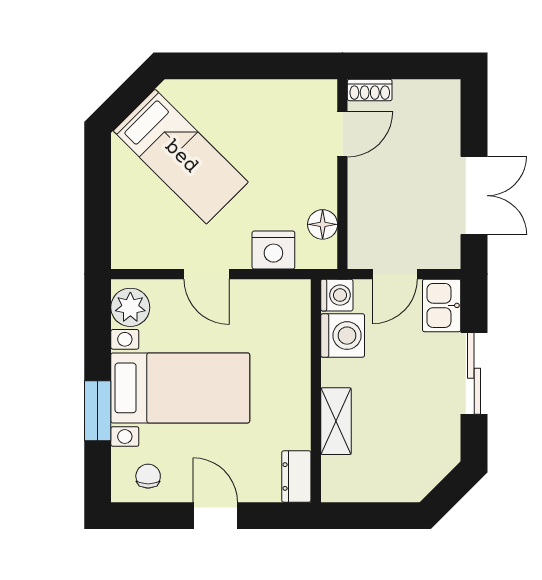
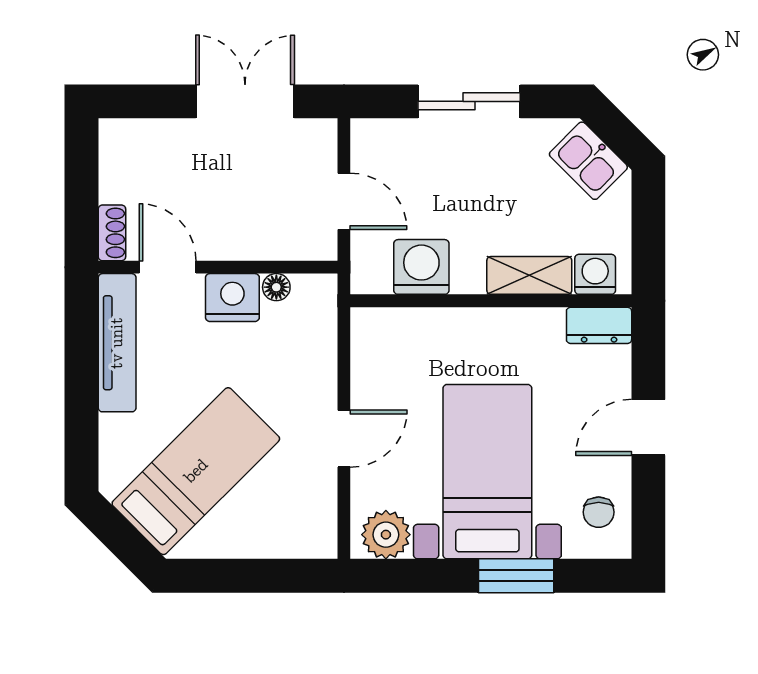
tv unit: (283, 94) -> (117, 343), added
floor lamp: (323, 224) -> (276, 287), width x0.73, depth x0.73
nightstand: (273, 250) -> (232, 298), moved, turned -90
washing machine: (337, 295) -> (595, 274), moved
kitchen sink: (442, 305) -> (588, 161), moved, turned 45
chair: (148, 476) -> (599, 512), turned -90

